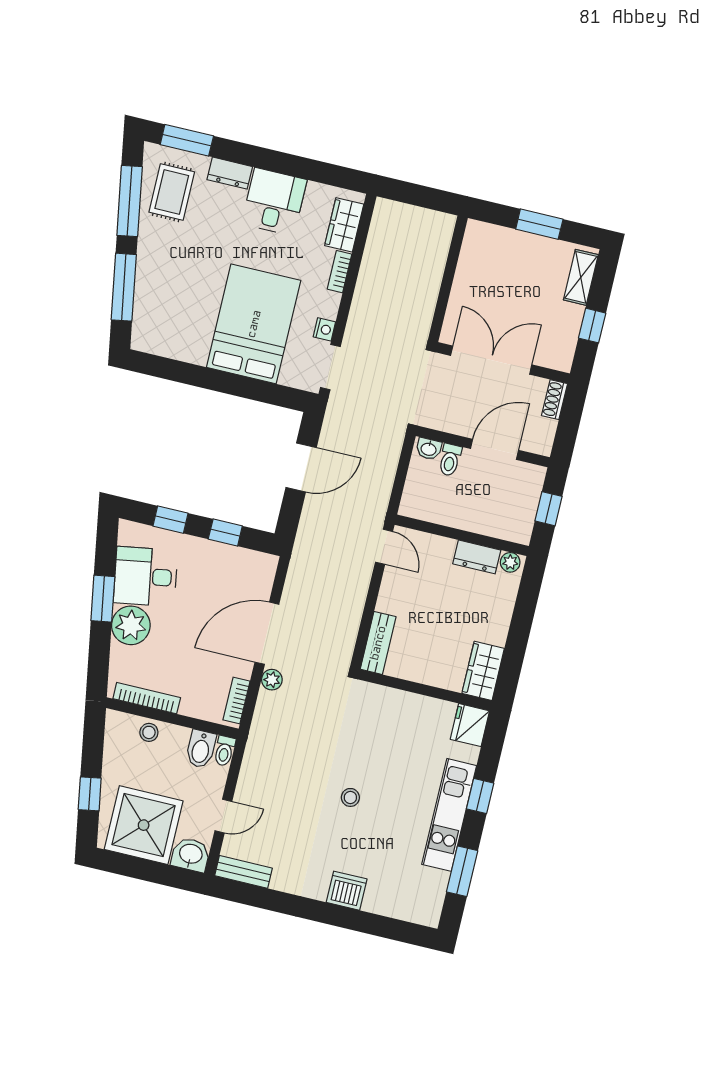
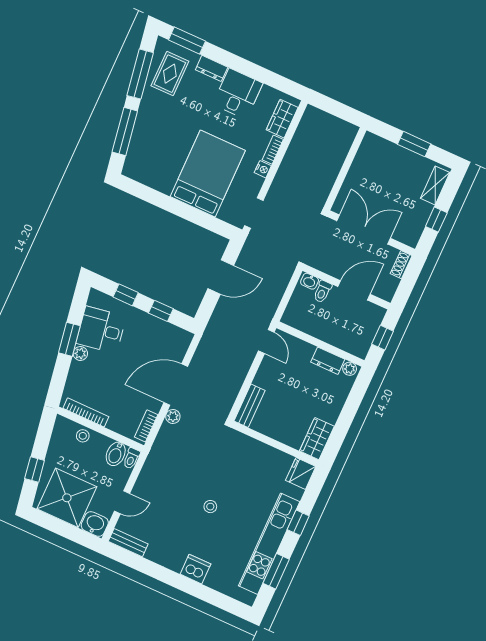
nightstand: (324, 329) -> (263, 169), moved
plant: (131, 625) -> (80, 353), width x0.53, depth x0.53
kitchen unit: (449, 815) -> (269, 544), width x1.36

